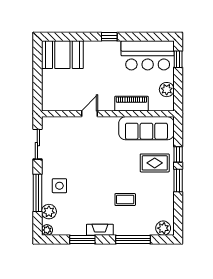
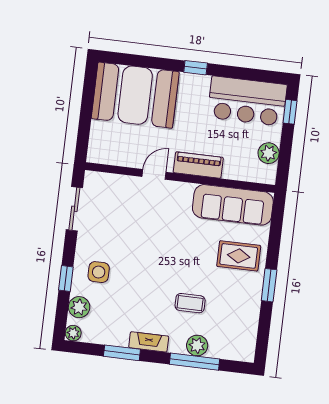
booth: (62, 55) -> (135, 95), width x1.36, depth x1.42
piano: (131, 104) -> (198, 165), moved
window: (178, 154) -> (274, 248), removed
window: (37, 193) -> (66, 278), width x0.46
plant: (163, 228) -> (197, 345), moved

